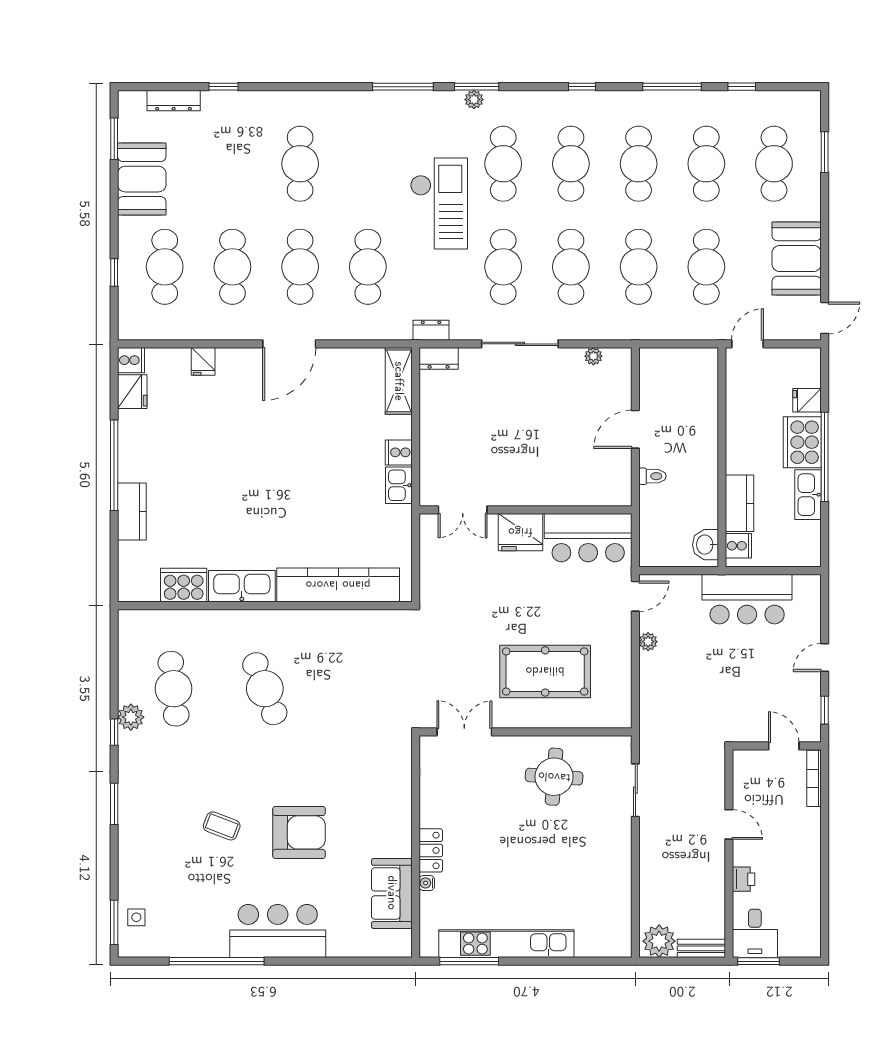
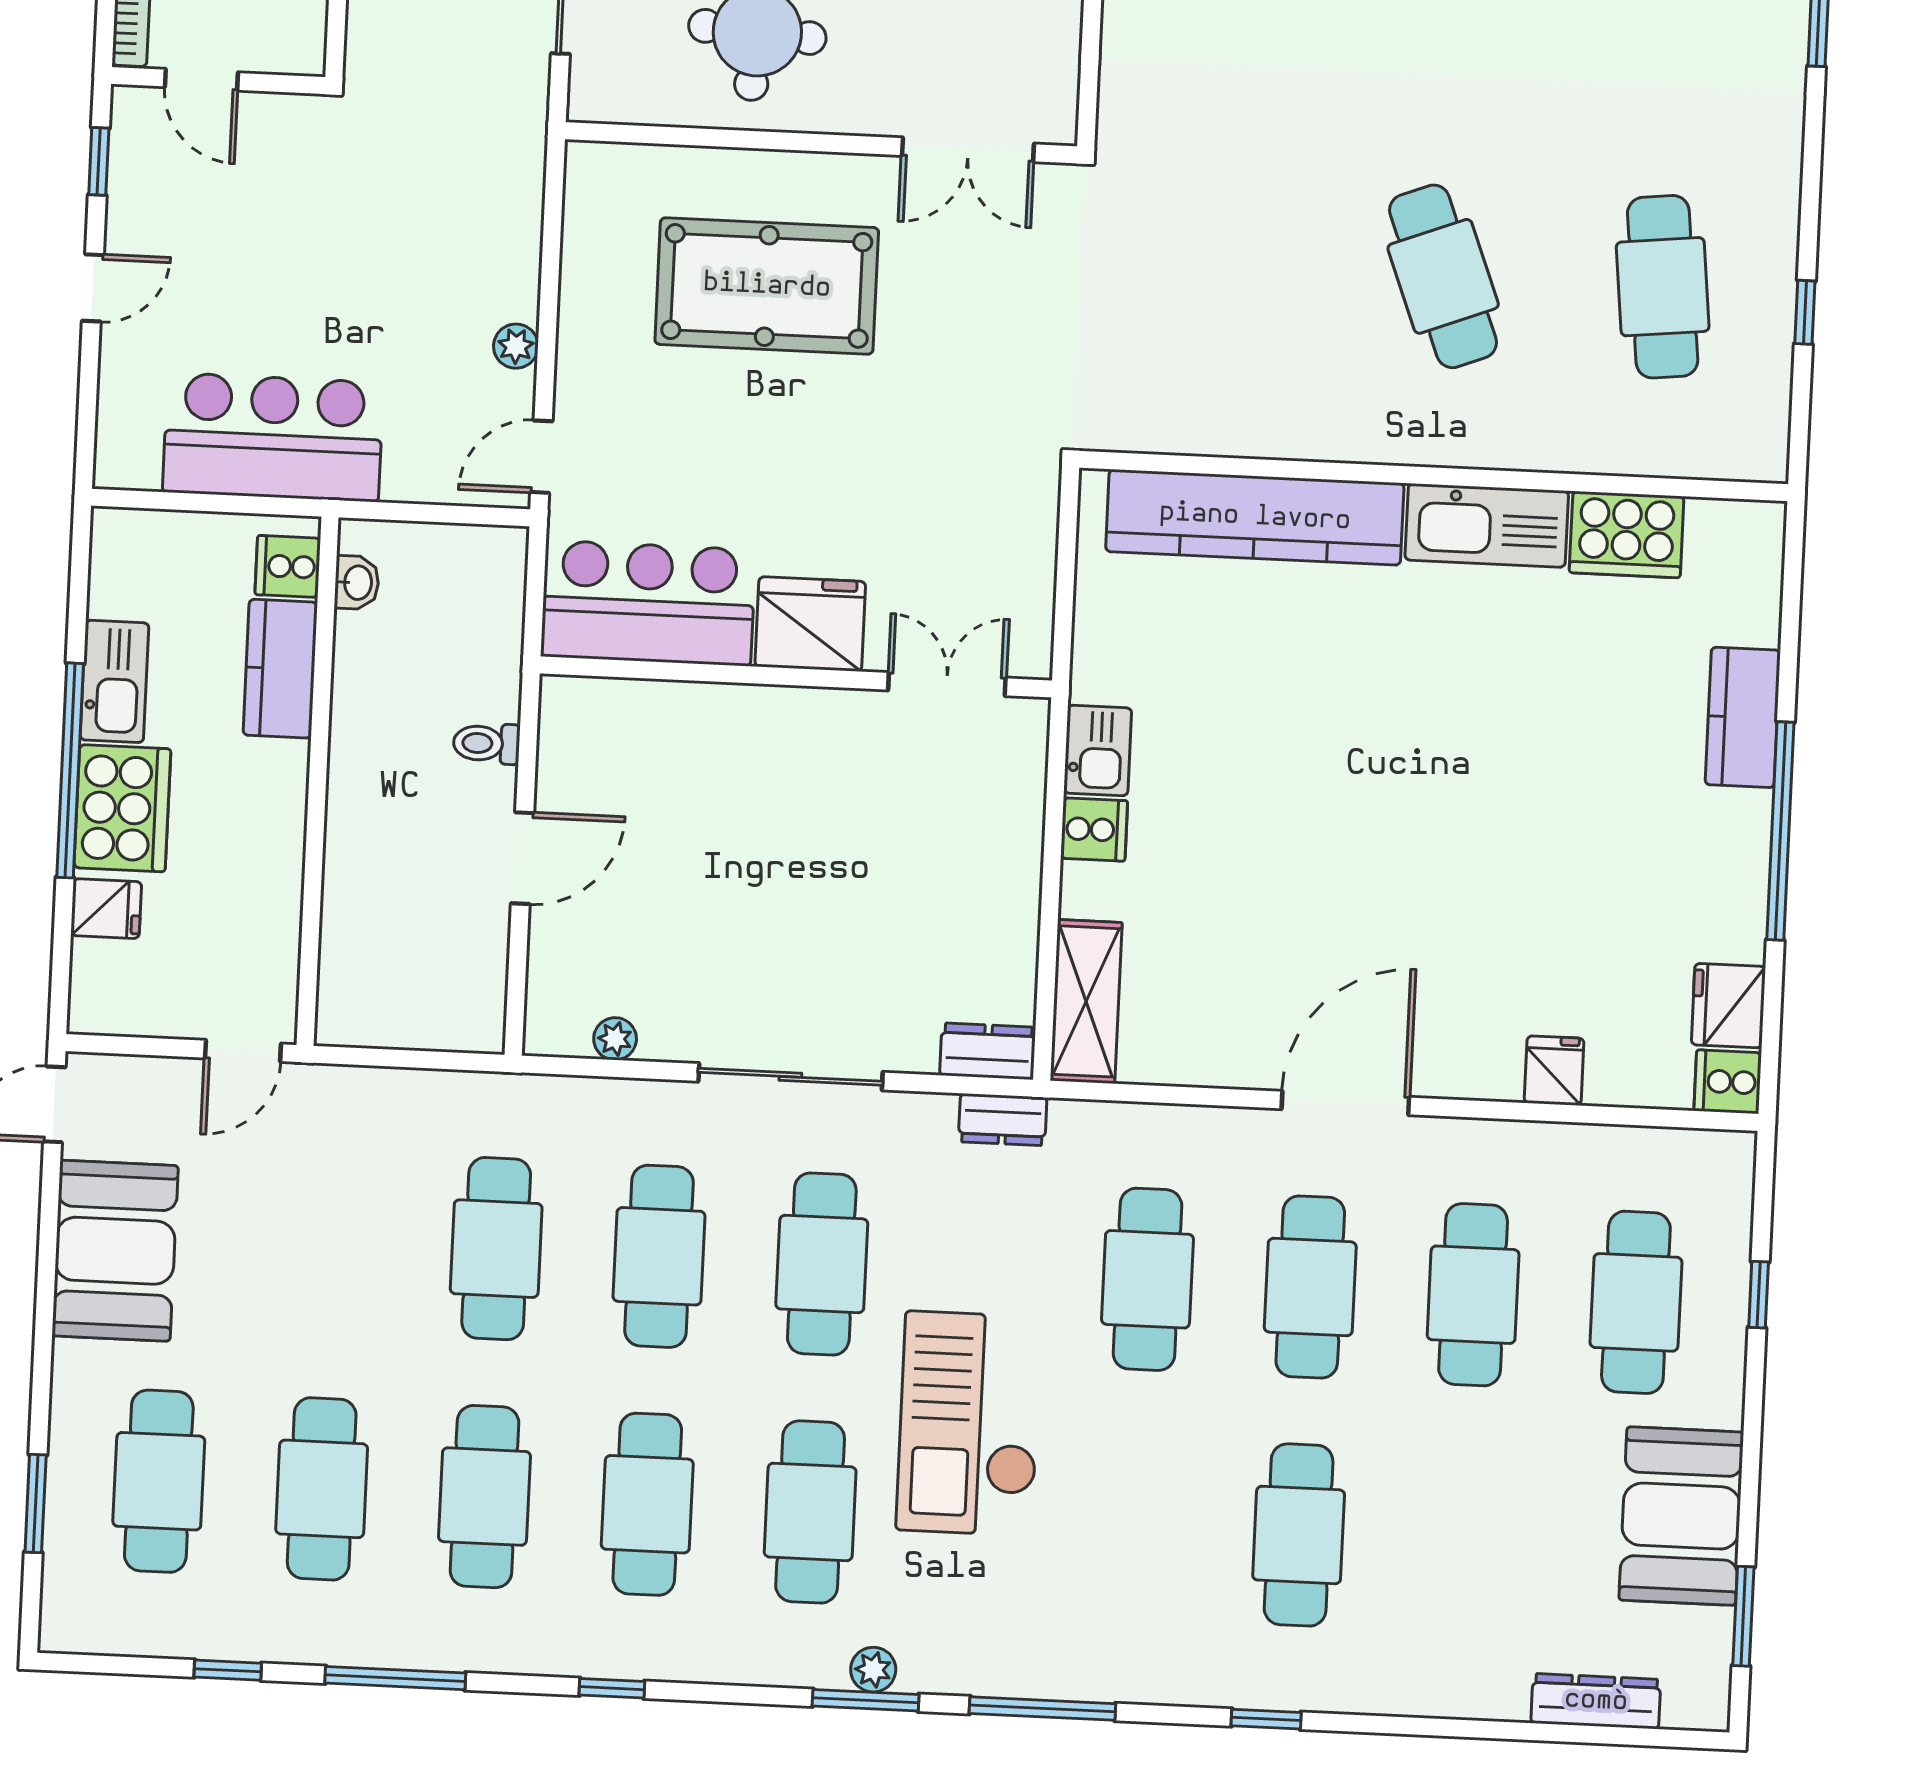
window: (223, 87) -> (1266, 1719), moved
cafe table: (706, 267) -> (333, 1241), removed
washbasin: (705, 545) -> (357, 583), width x0.72, depth x0.69
plant: (131, 717) -> (1769, 223), removed
window: (114, 732) -> (1805, 312), moved

